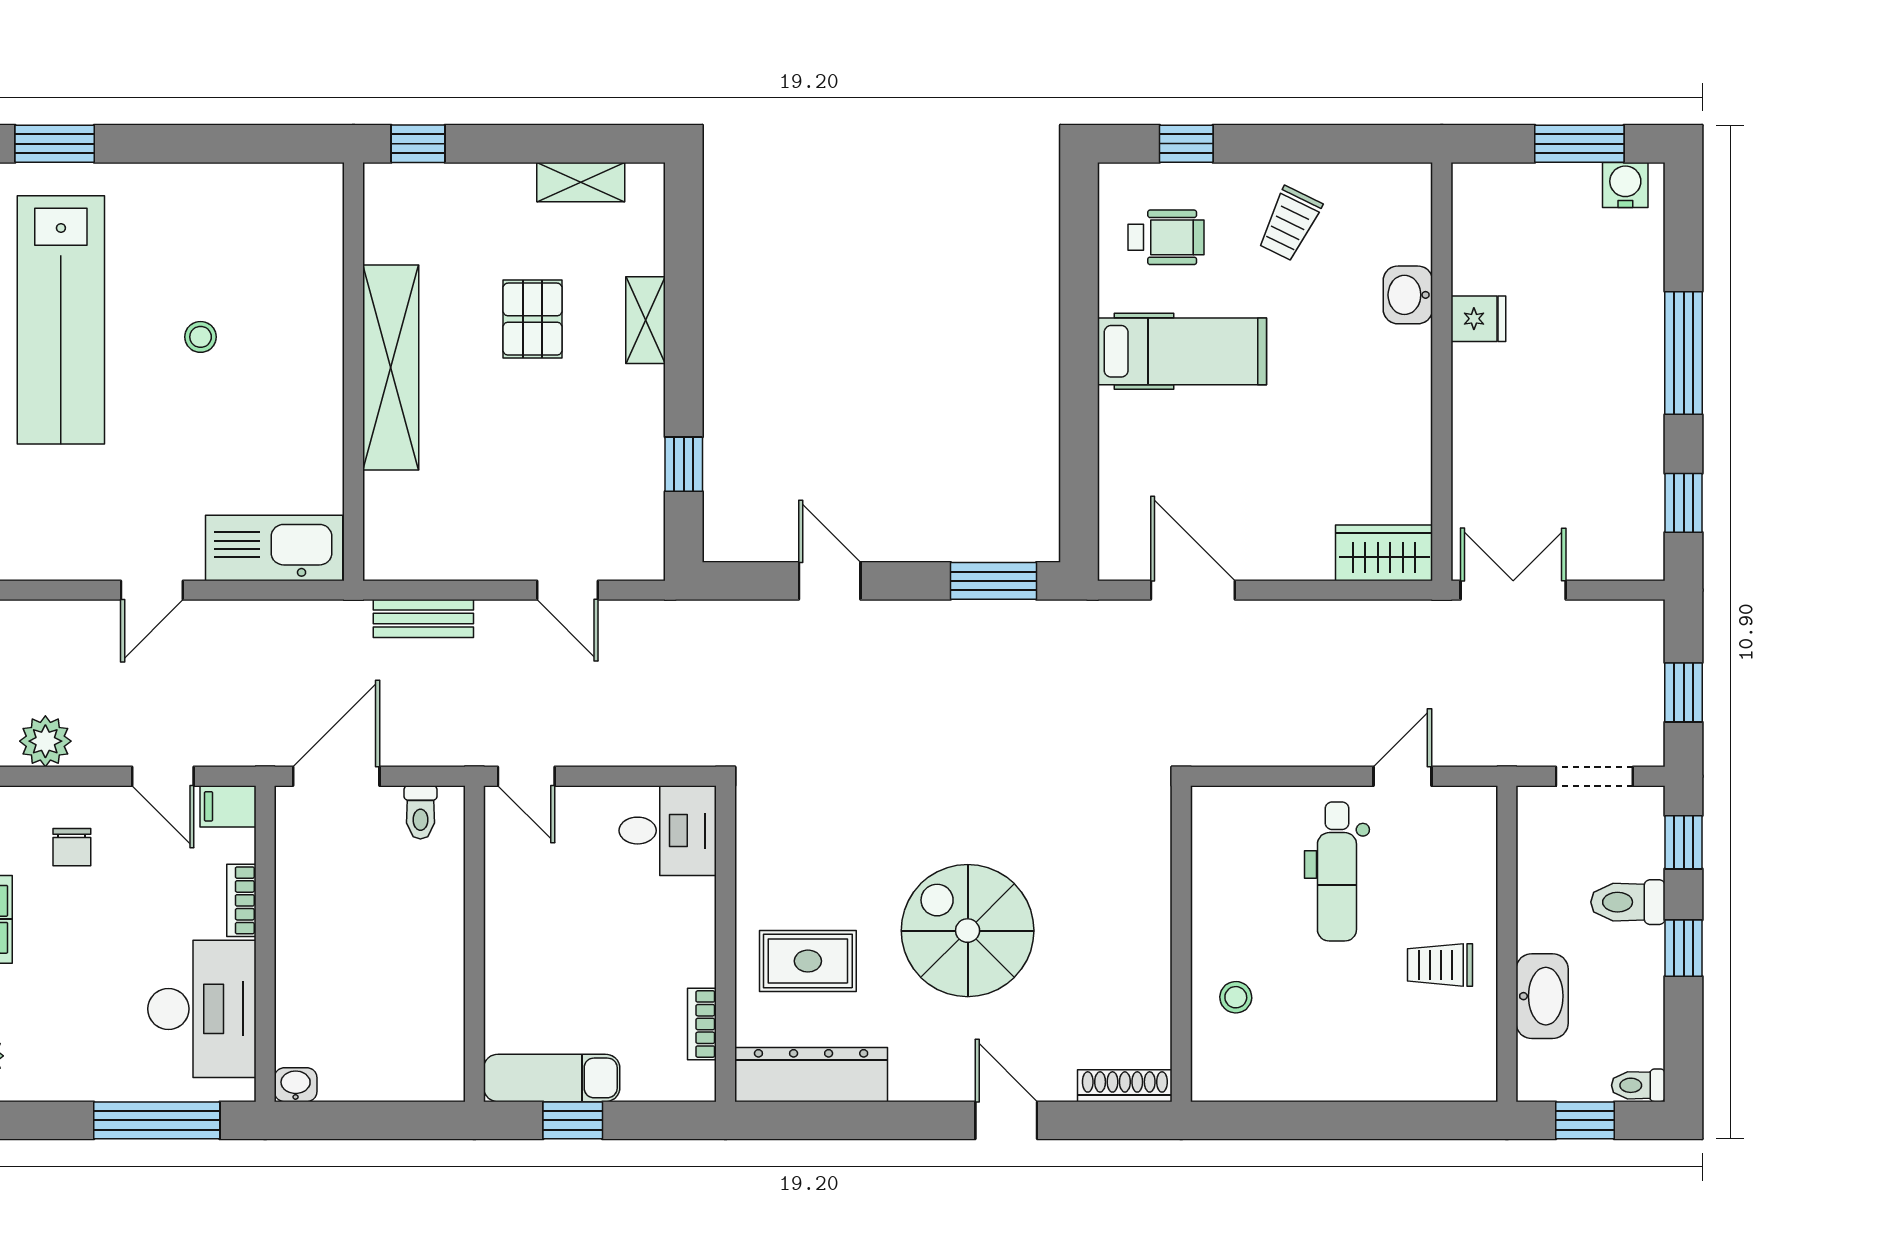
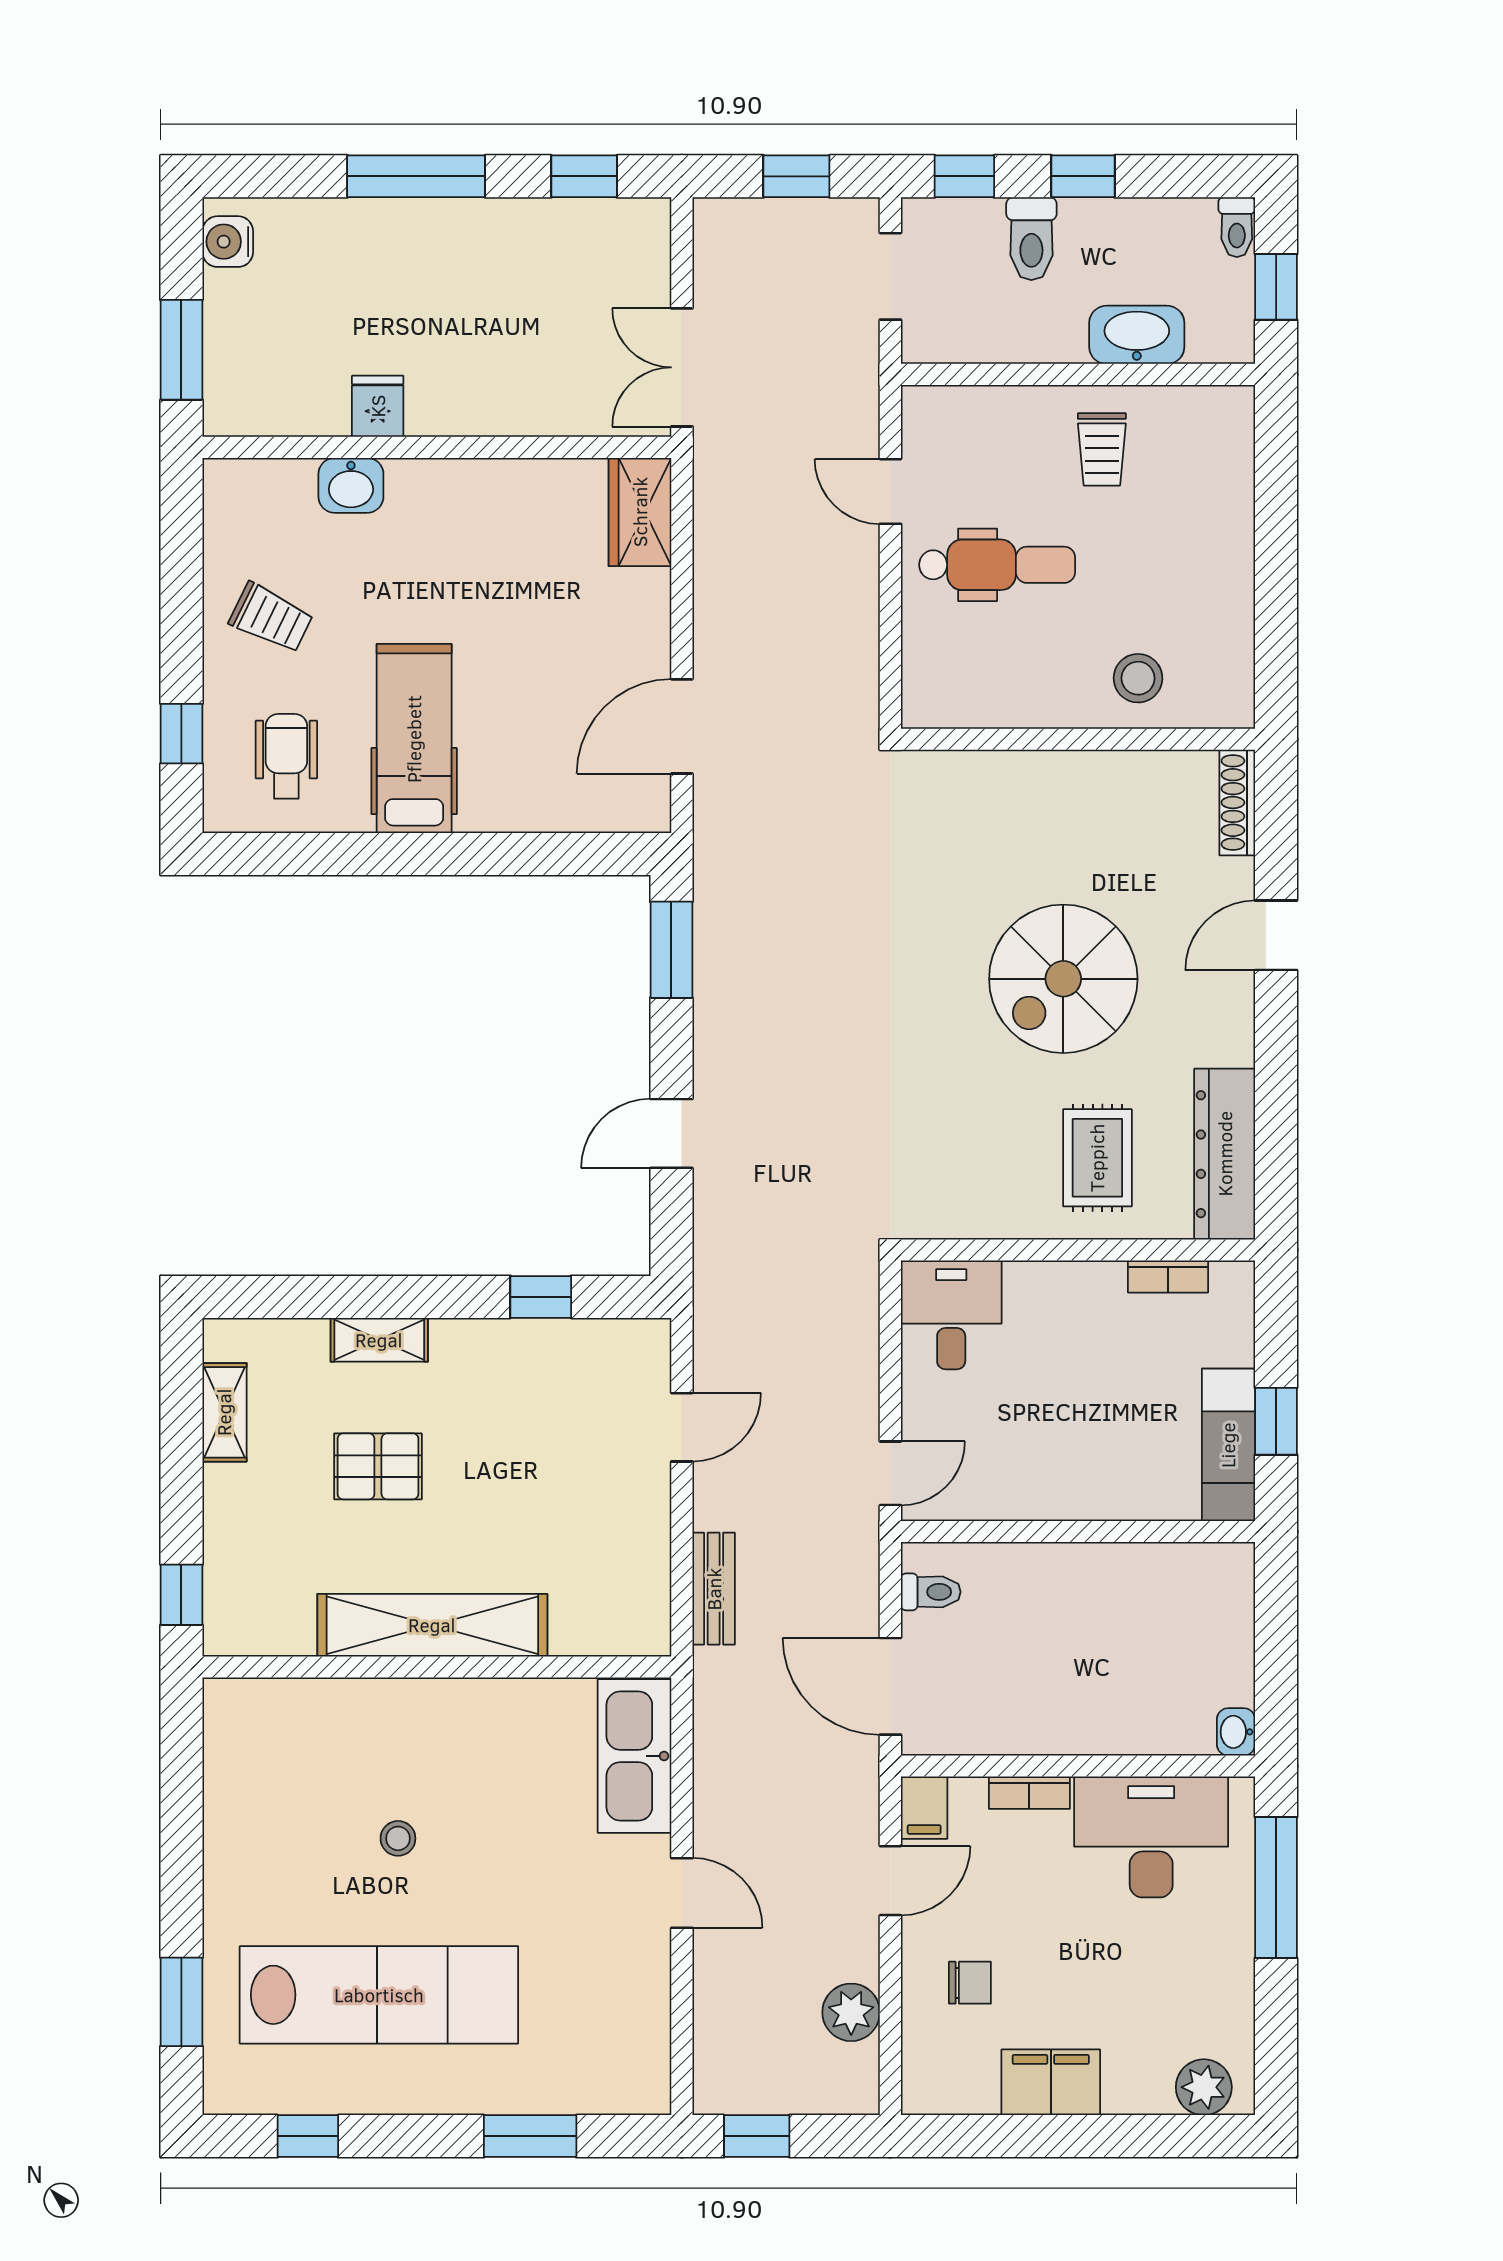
window: (1579, 144) -> (181, 350), moved
stool: (1236, 997) -> (1138, 678), width x1.37, depth x1.37

